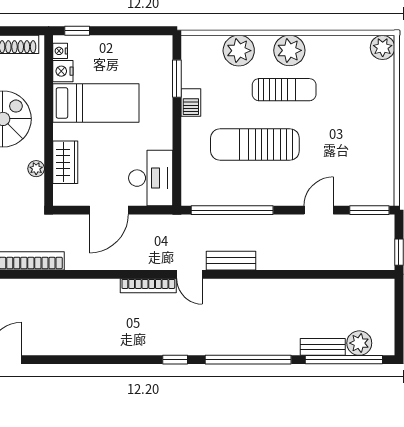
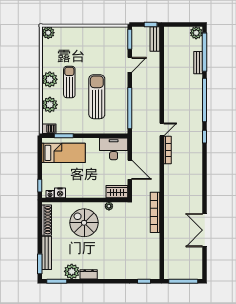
bed: (96, 103) -> (64, 153), moved, turned 90
barbecue: (191, 103) -> (49, 129), moved
sun lounger: (255, 145) -> (97, 97), turned 180
wardrobe: (65, 162) -> (117, 192), moved
door: (319, 210) -> (130, 65), swing flipped
bench: (231, 261) -> (155, 39), moved
plant: (359, 343) -> (196, 33), moved

